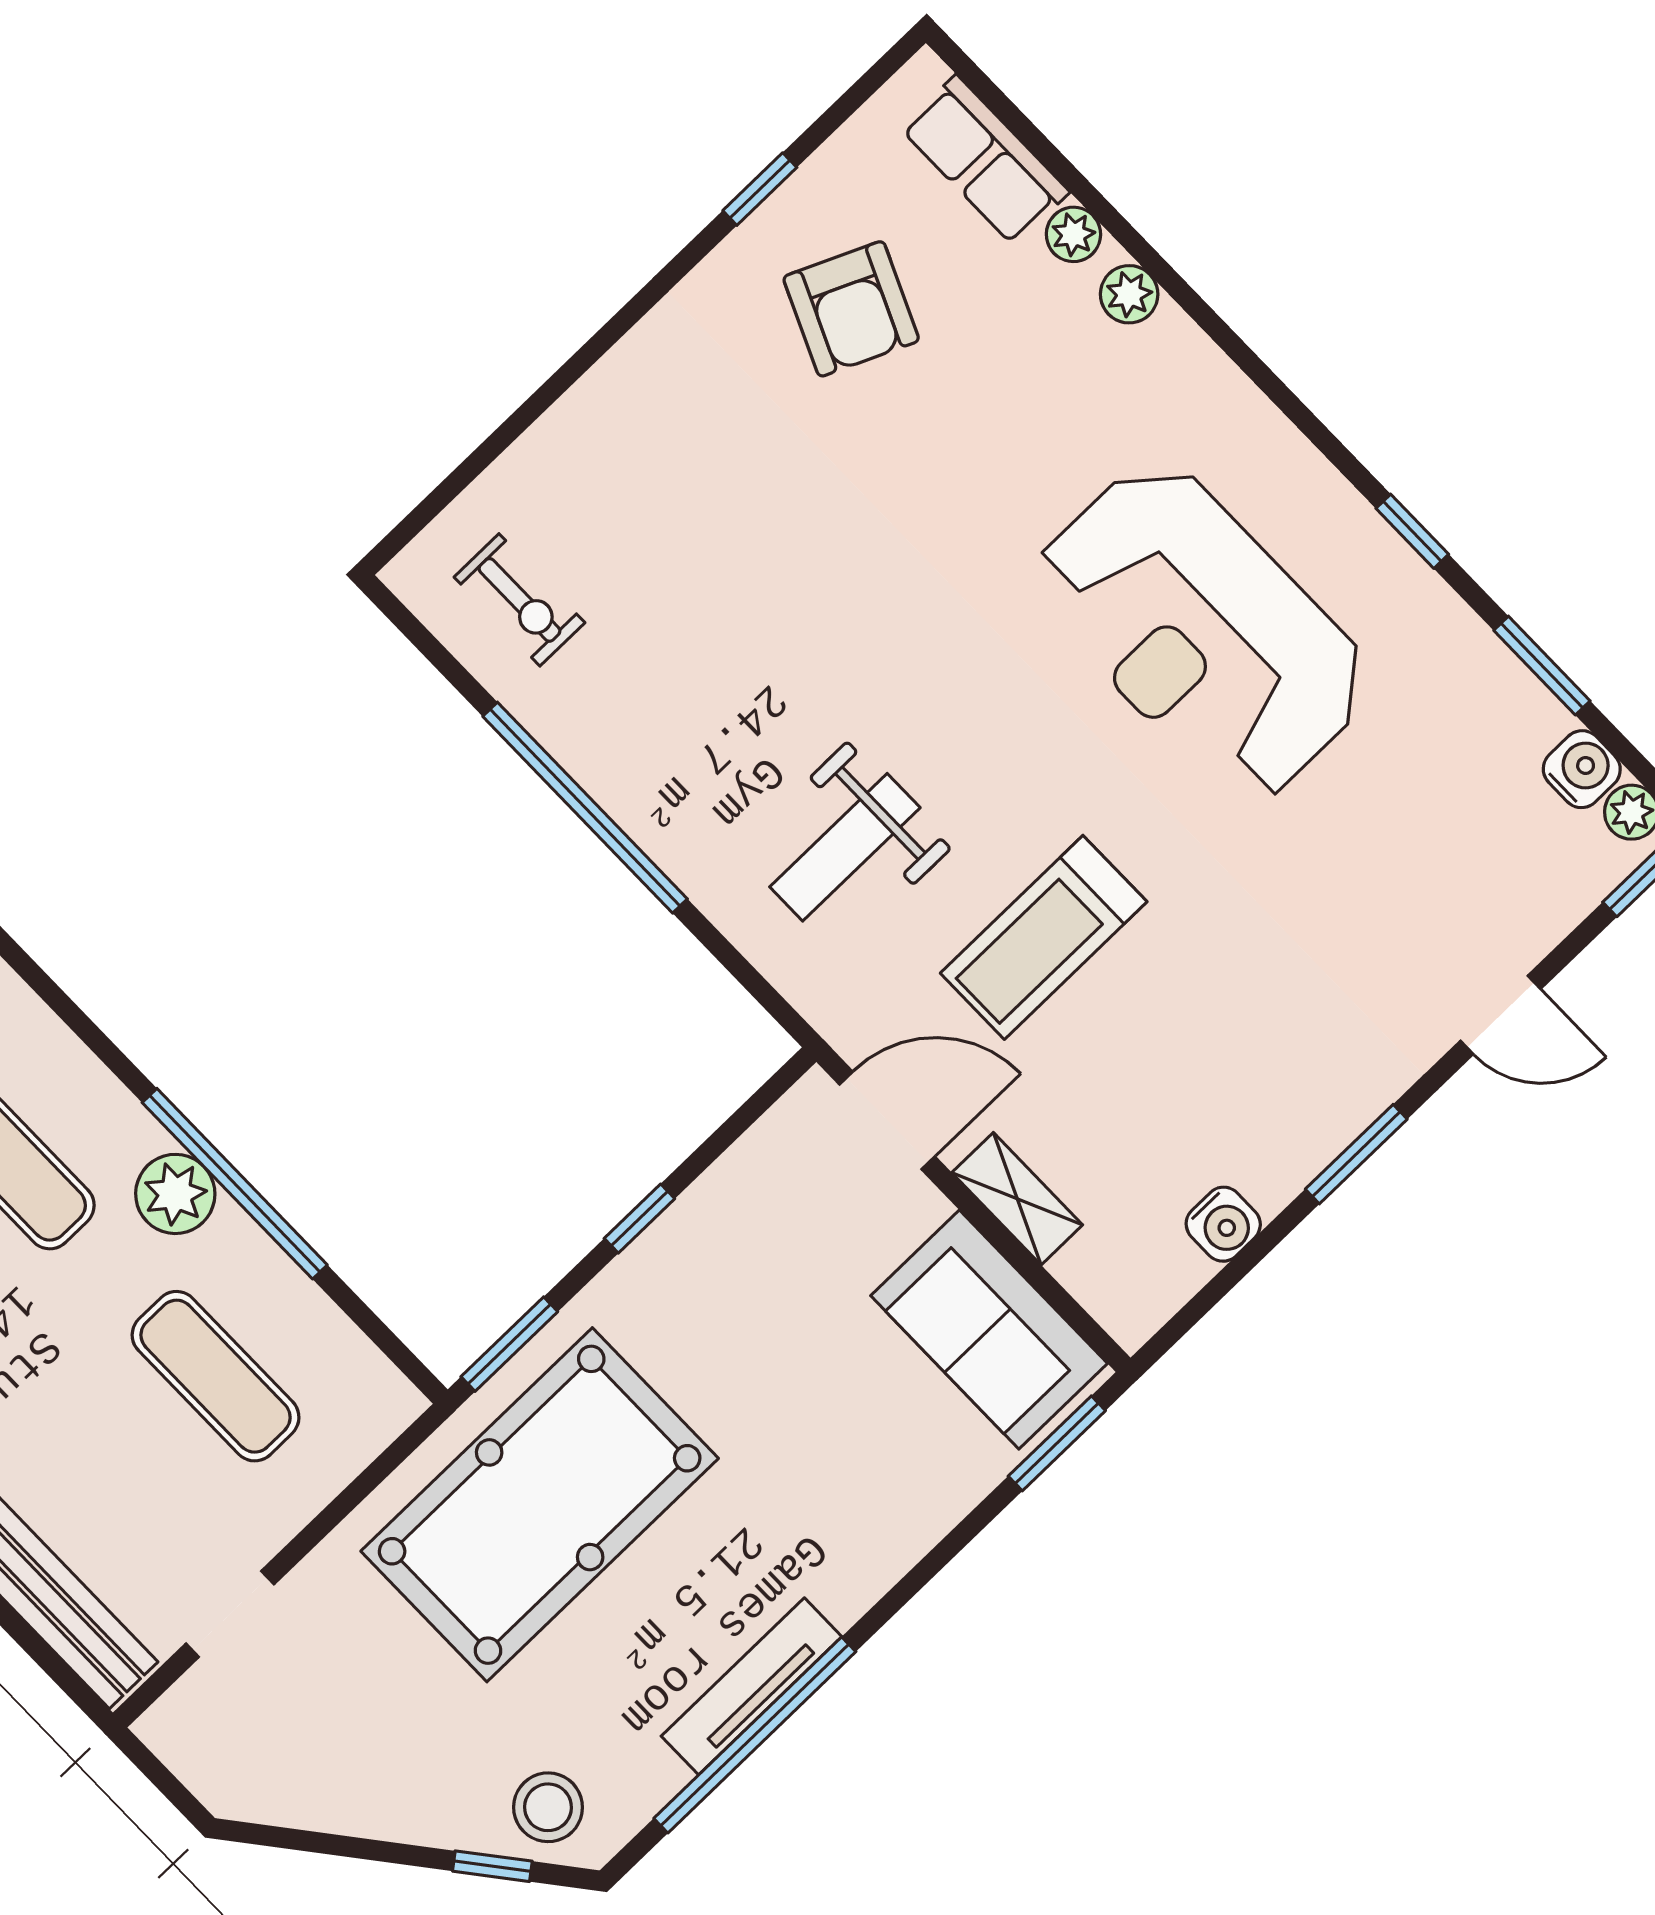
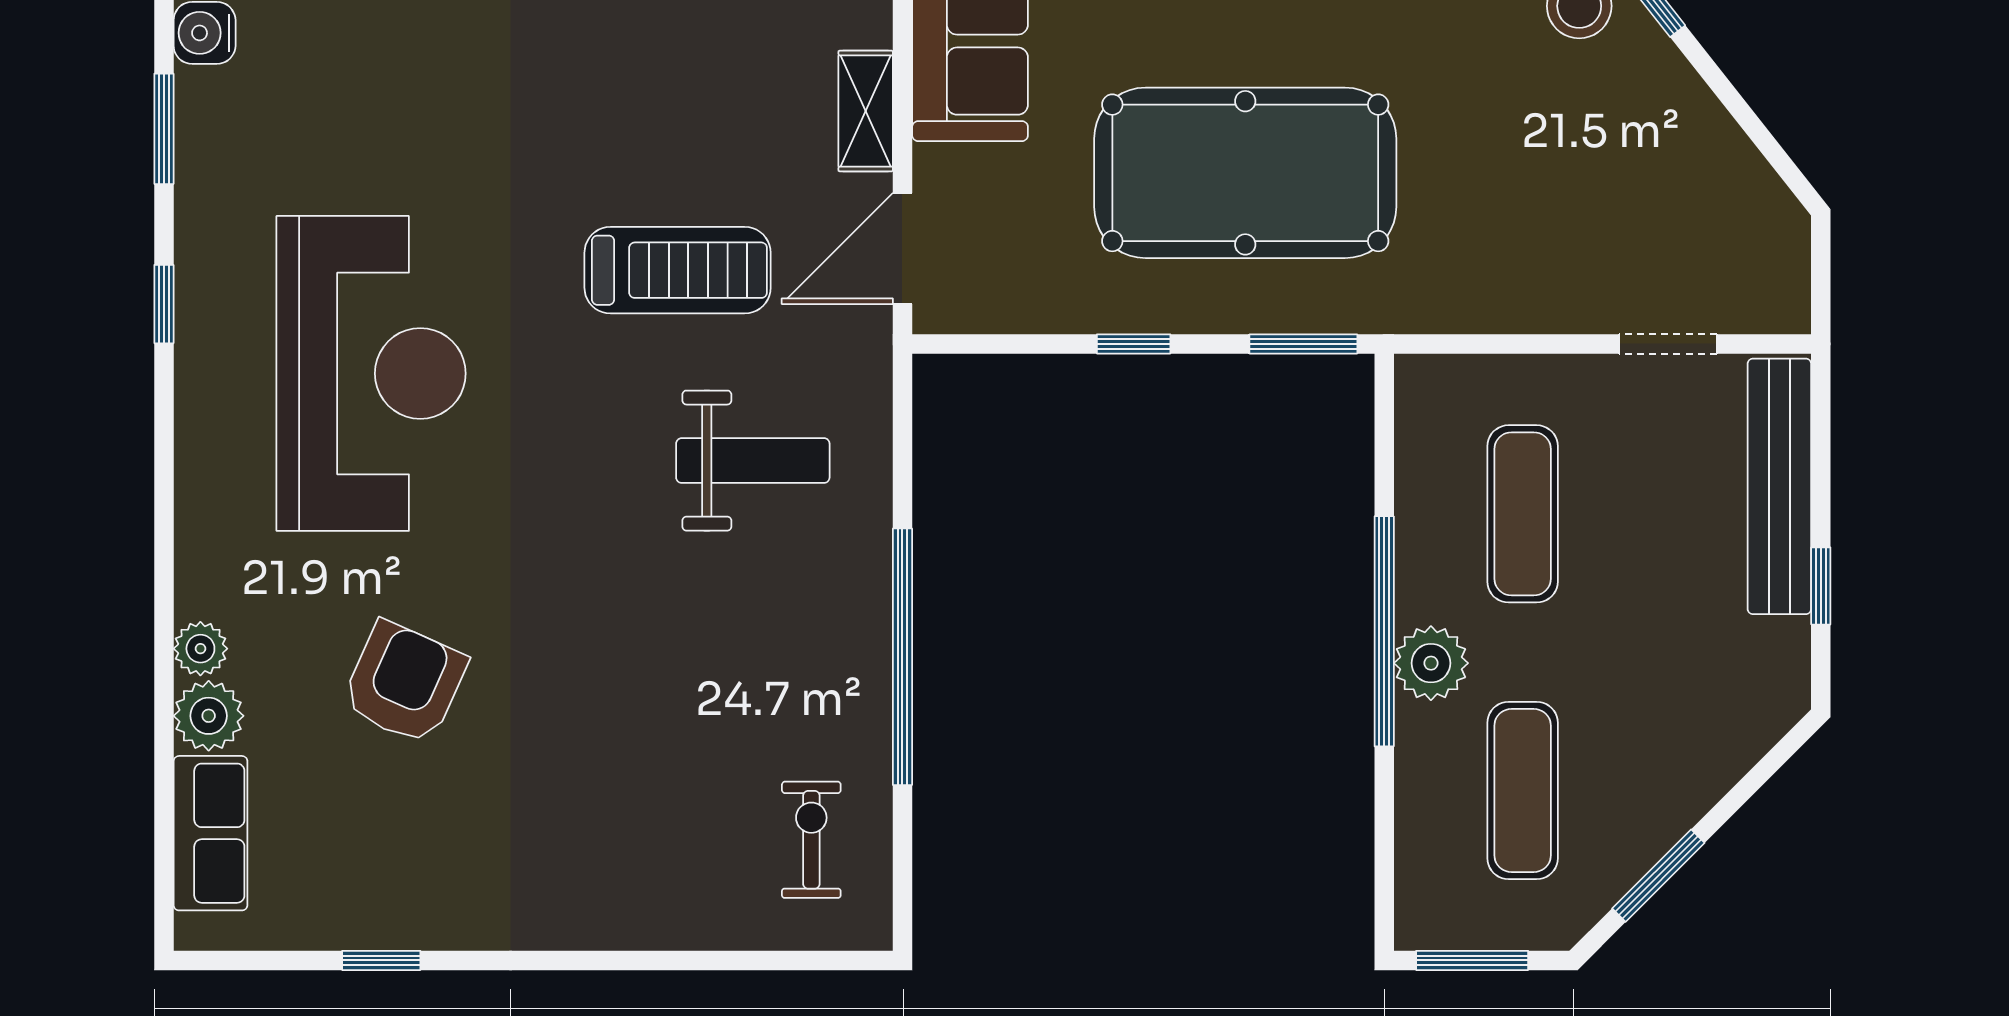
plant: (1073, 234) -> (209, 716), width x1.38, depth x1.38
armchair: (851, 309) -> (404, 683), moved
door: (887, 1120) -> (902, 249), hinge flipped
pool table: (540, 1505) -> (1245, 173), moved

